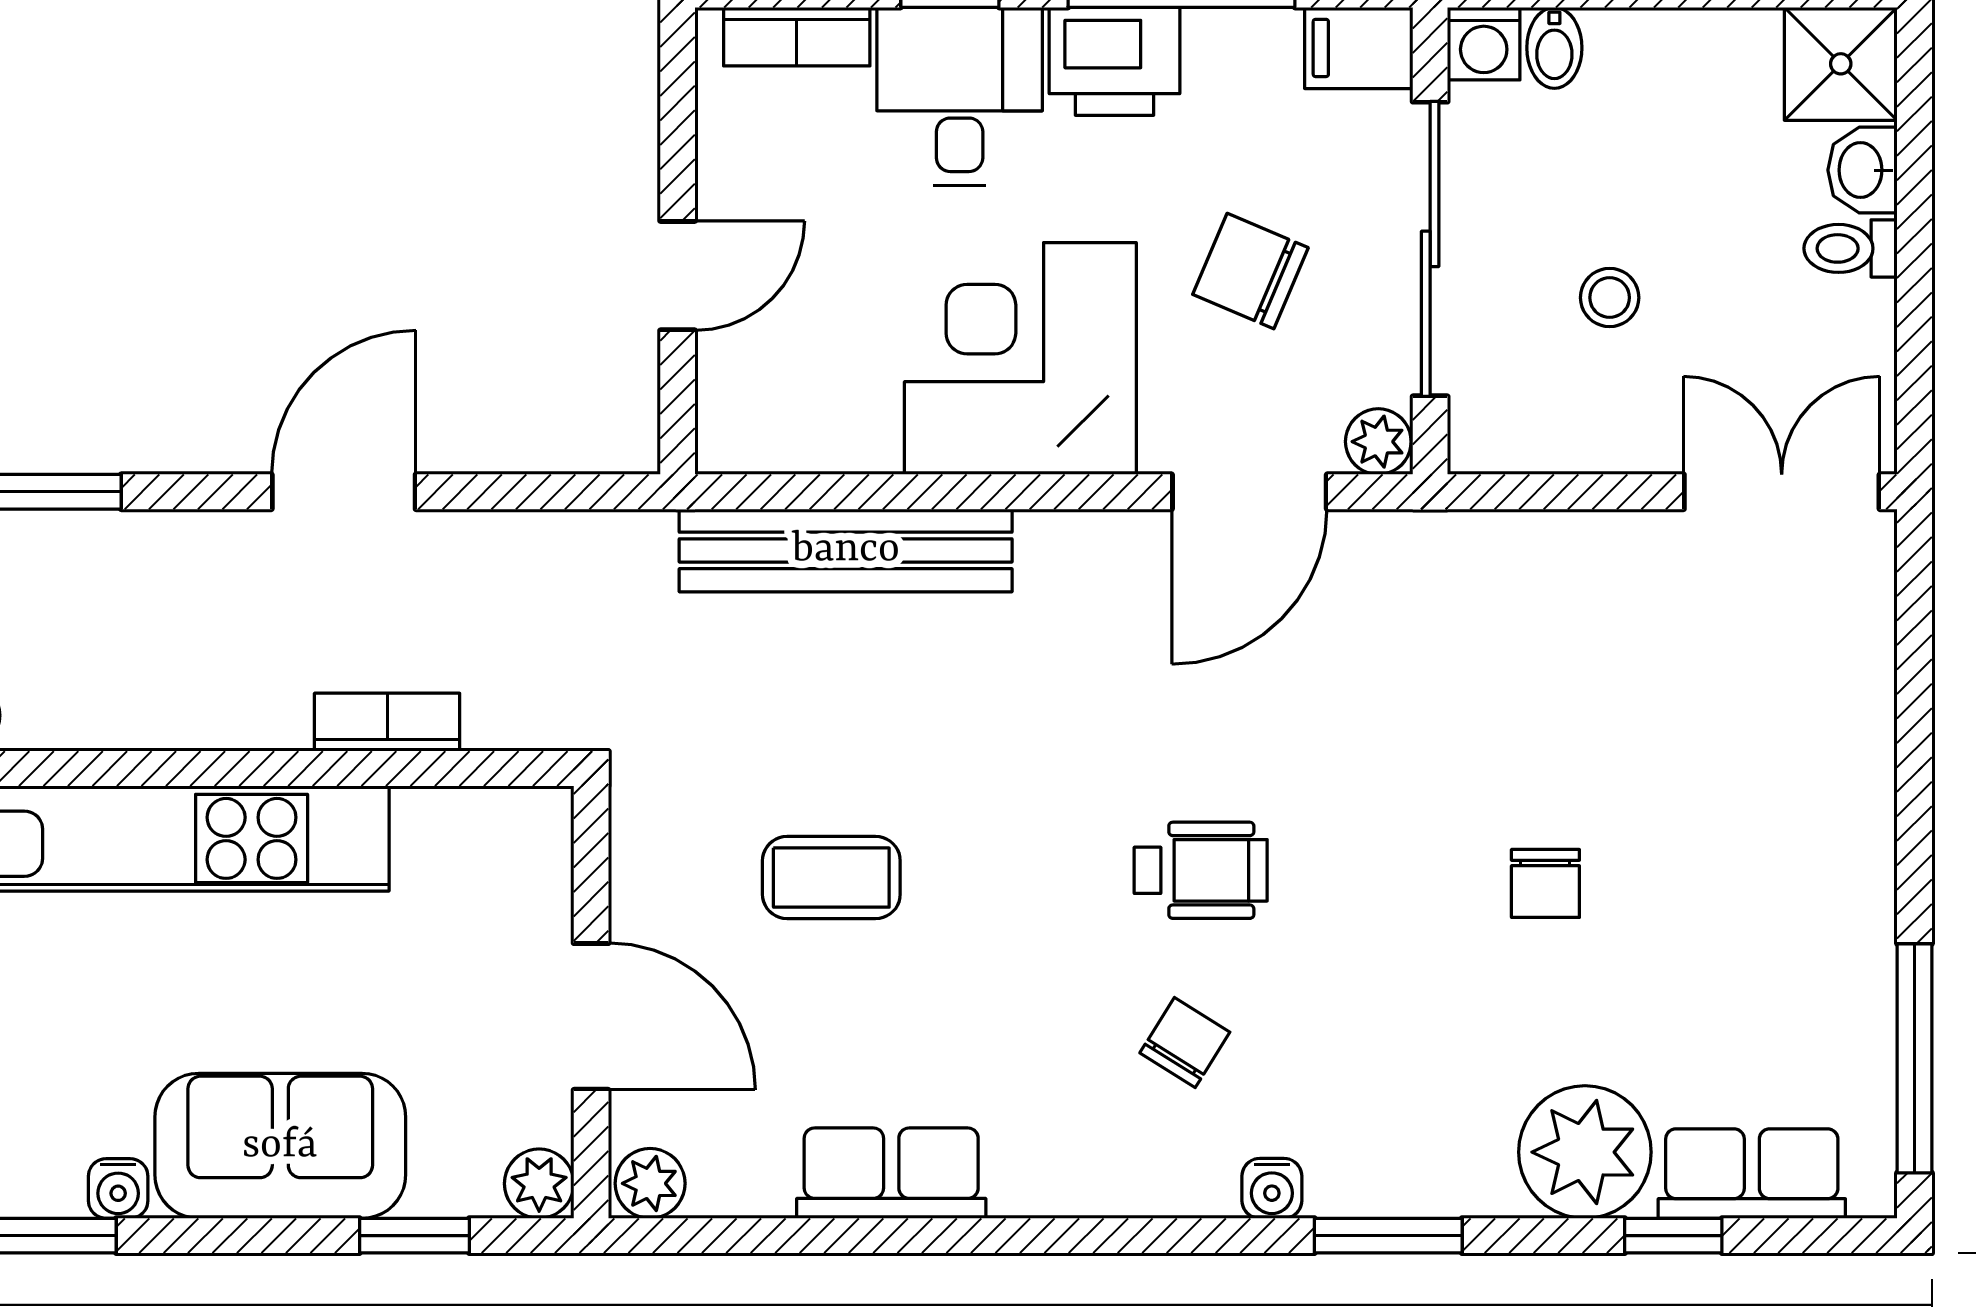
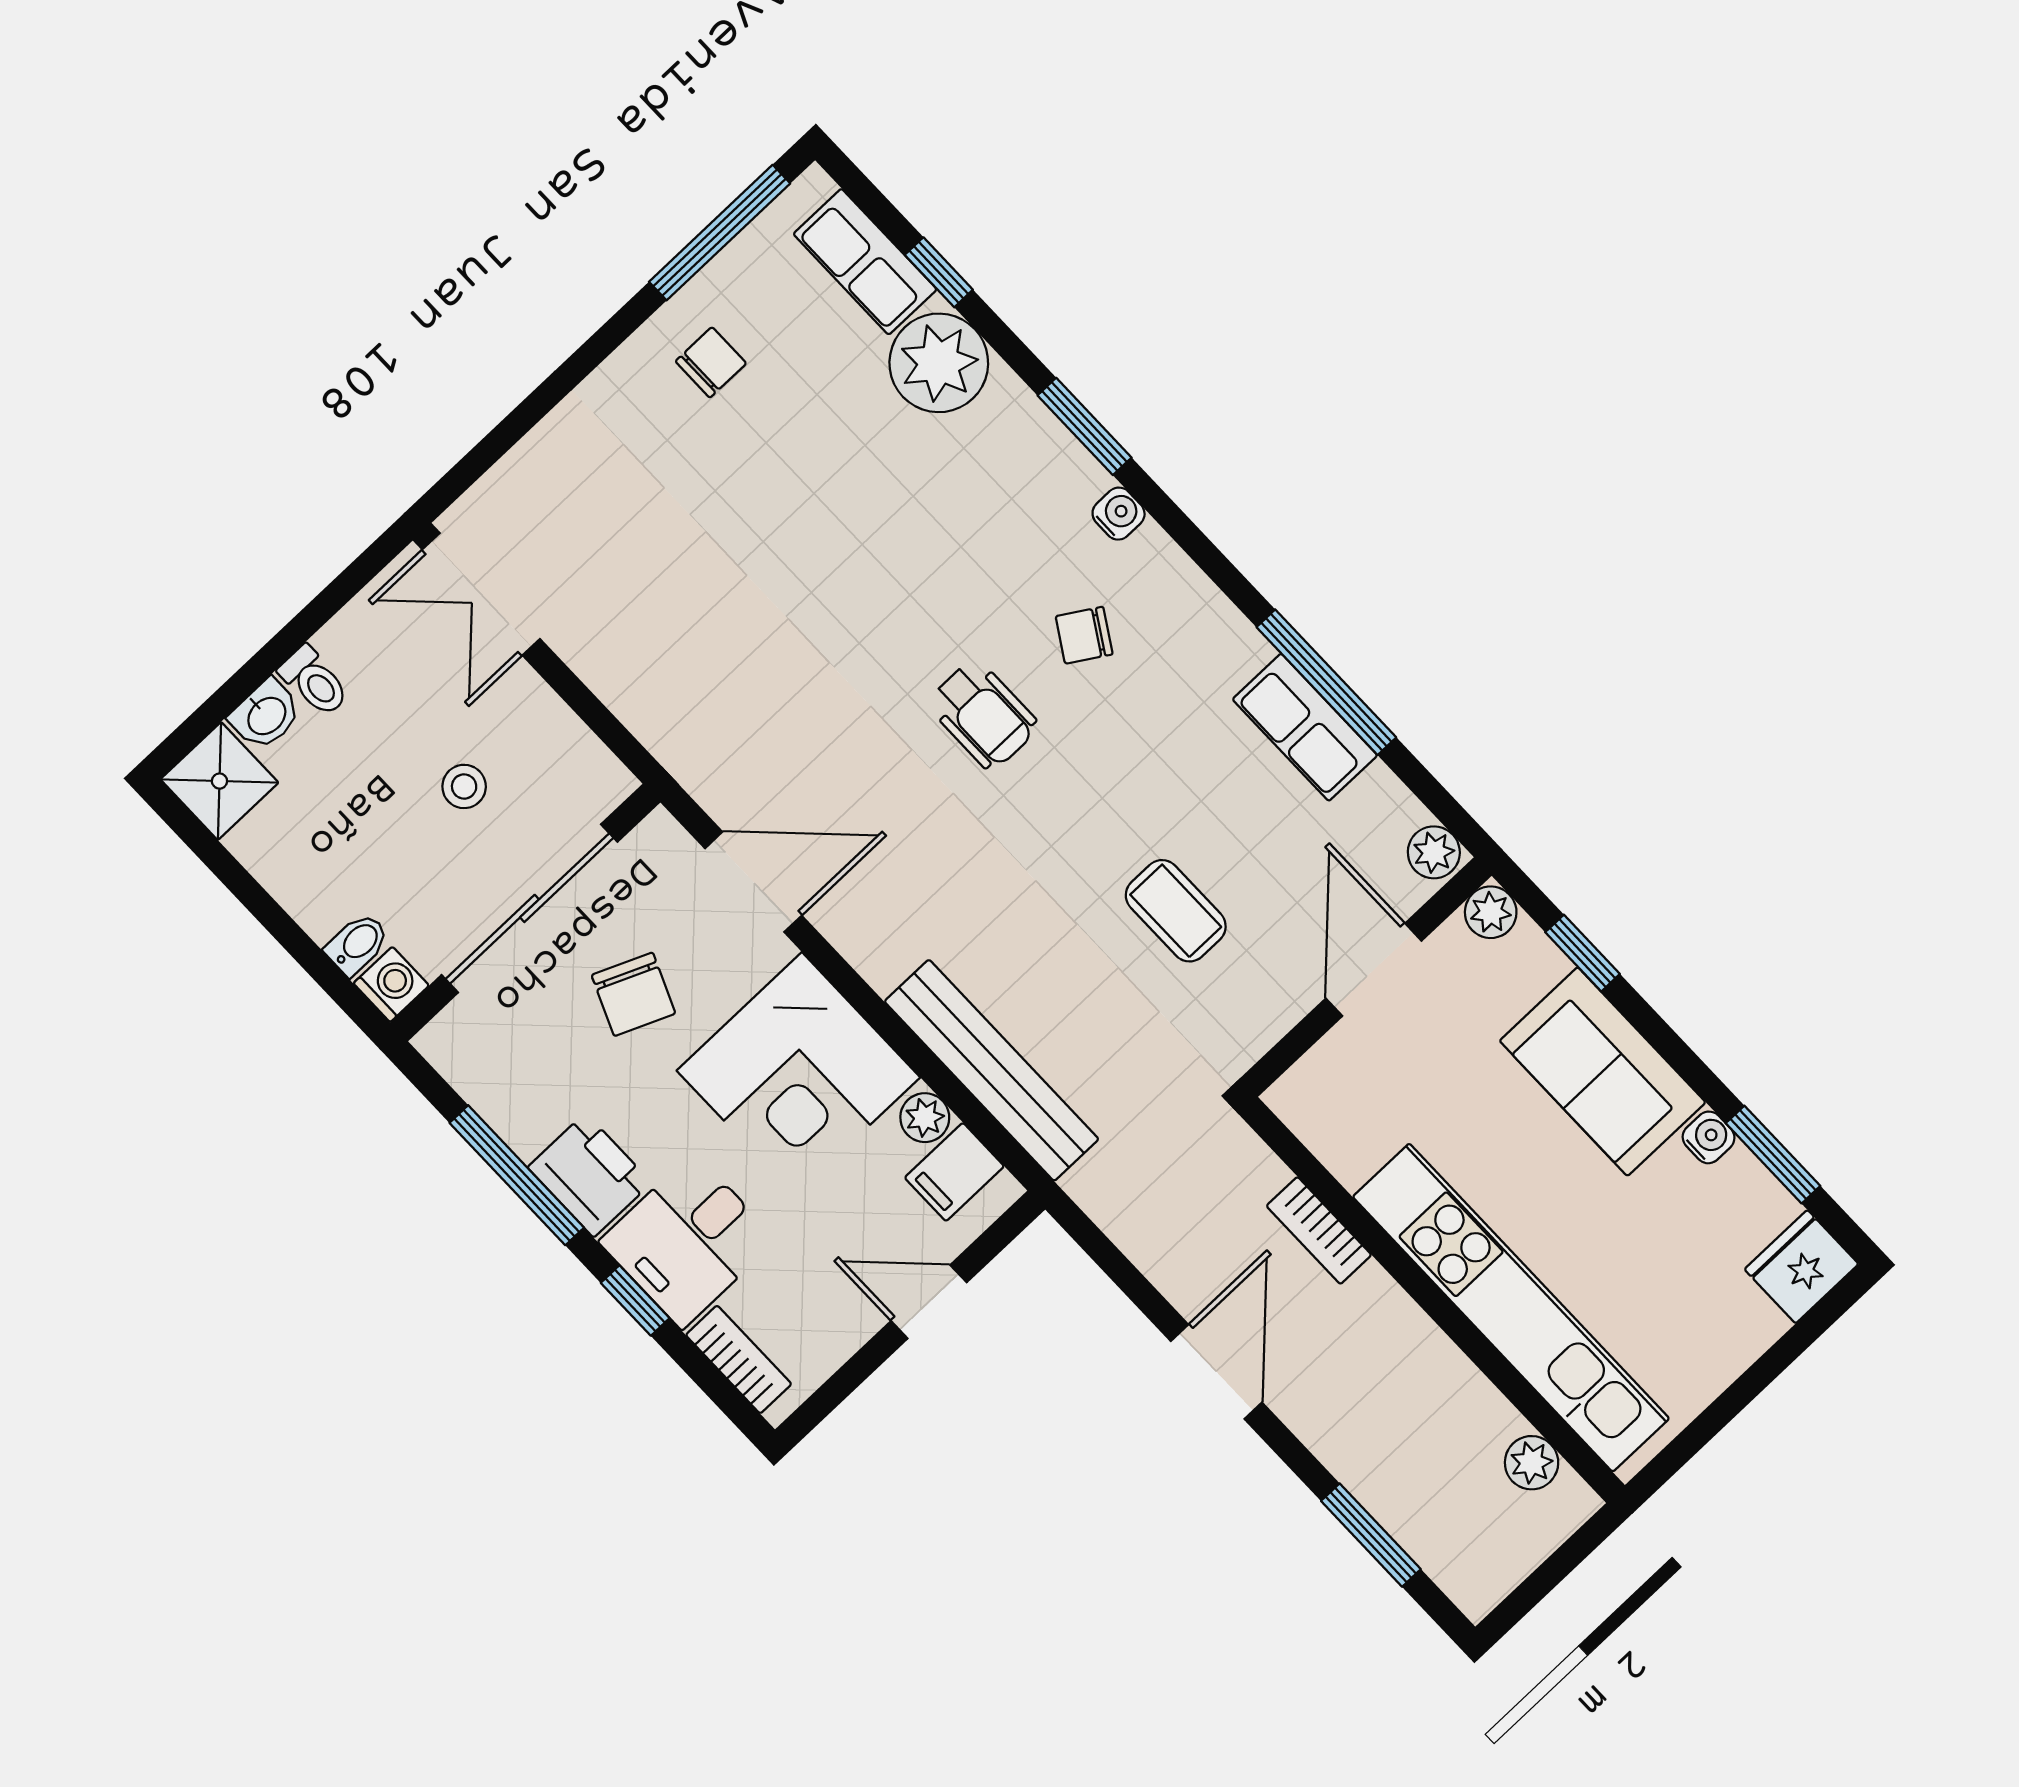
filing cabinet: (1359, 48) -> (954, 1172), moved, turned 90
plant: (1378, 442) -> (925, 1118), moved
door: (344, 492) -> (1216, 1372), swing flipped
wheelchair: (1201, 870) -> (983, 715), turned 180
chair: (1545, 883) -> (711, 362), moved
window: (915, 1236) -> (1326, 682), added

